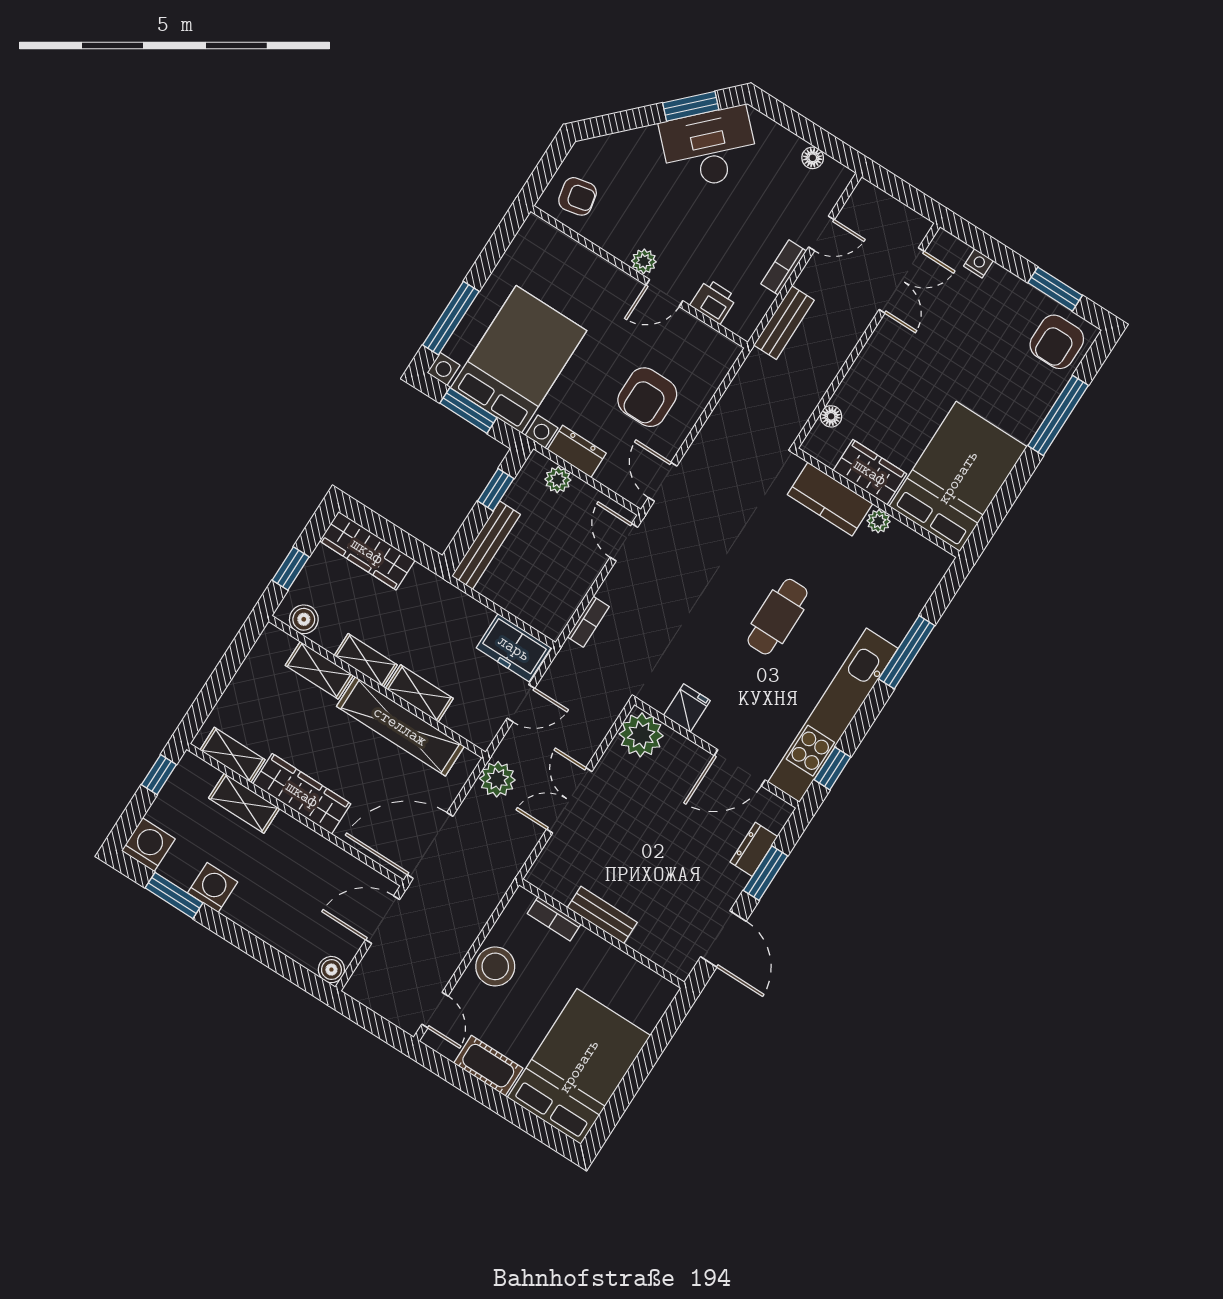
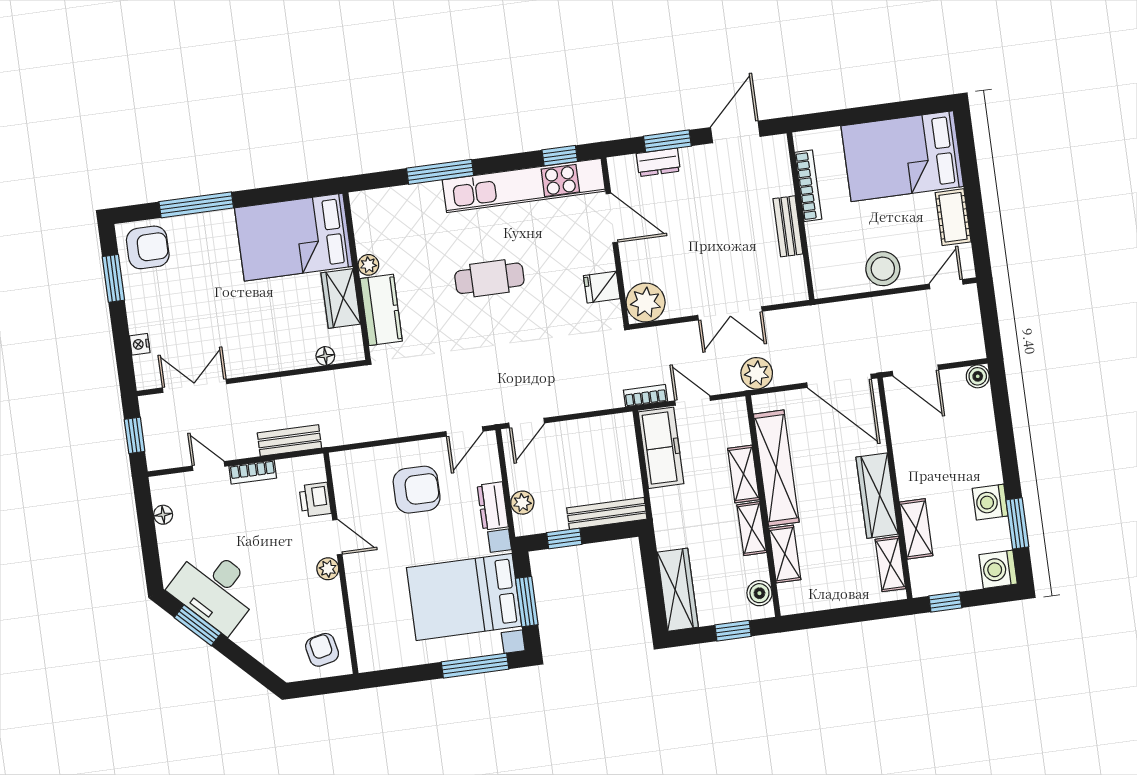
window: (903, 192) -> (135, 435), added
bookcase: (588, 622) -> (645, 396), moved
freezer: (514, 648) -> (661, 448), width x1.40
bookcase: (554, 919) -> (808, 186), moved, width x1.56

